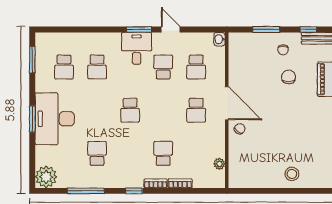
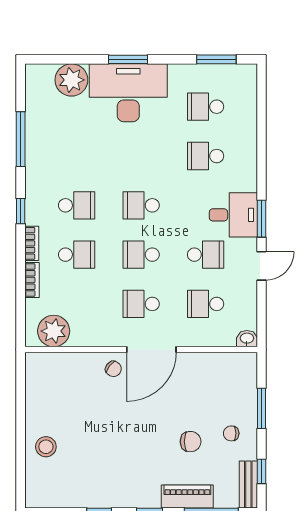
school desk: (163, 110) -> (141, 255), added
school desk: (97, 153) -> (77, 205), moved
plant: (219, 164) -> (54, 331), width x1.87, depth x1.87
plant: (46, 177) -> (71, 80), moved

